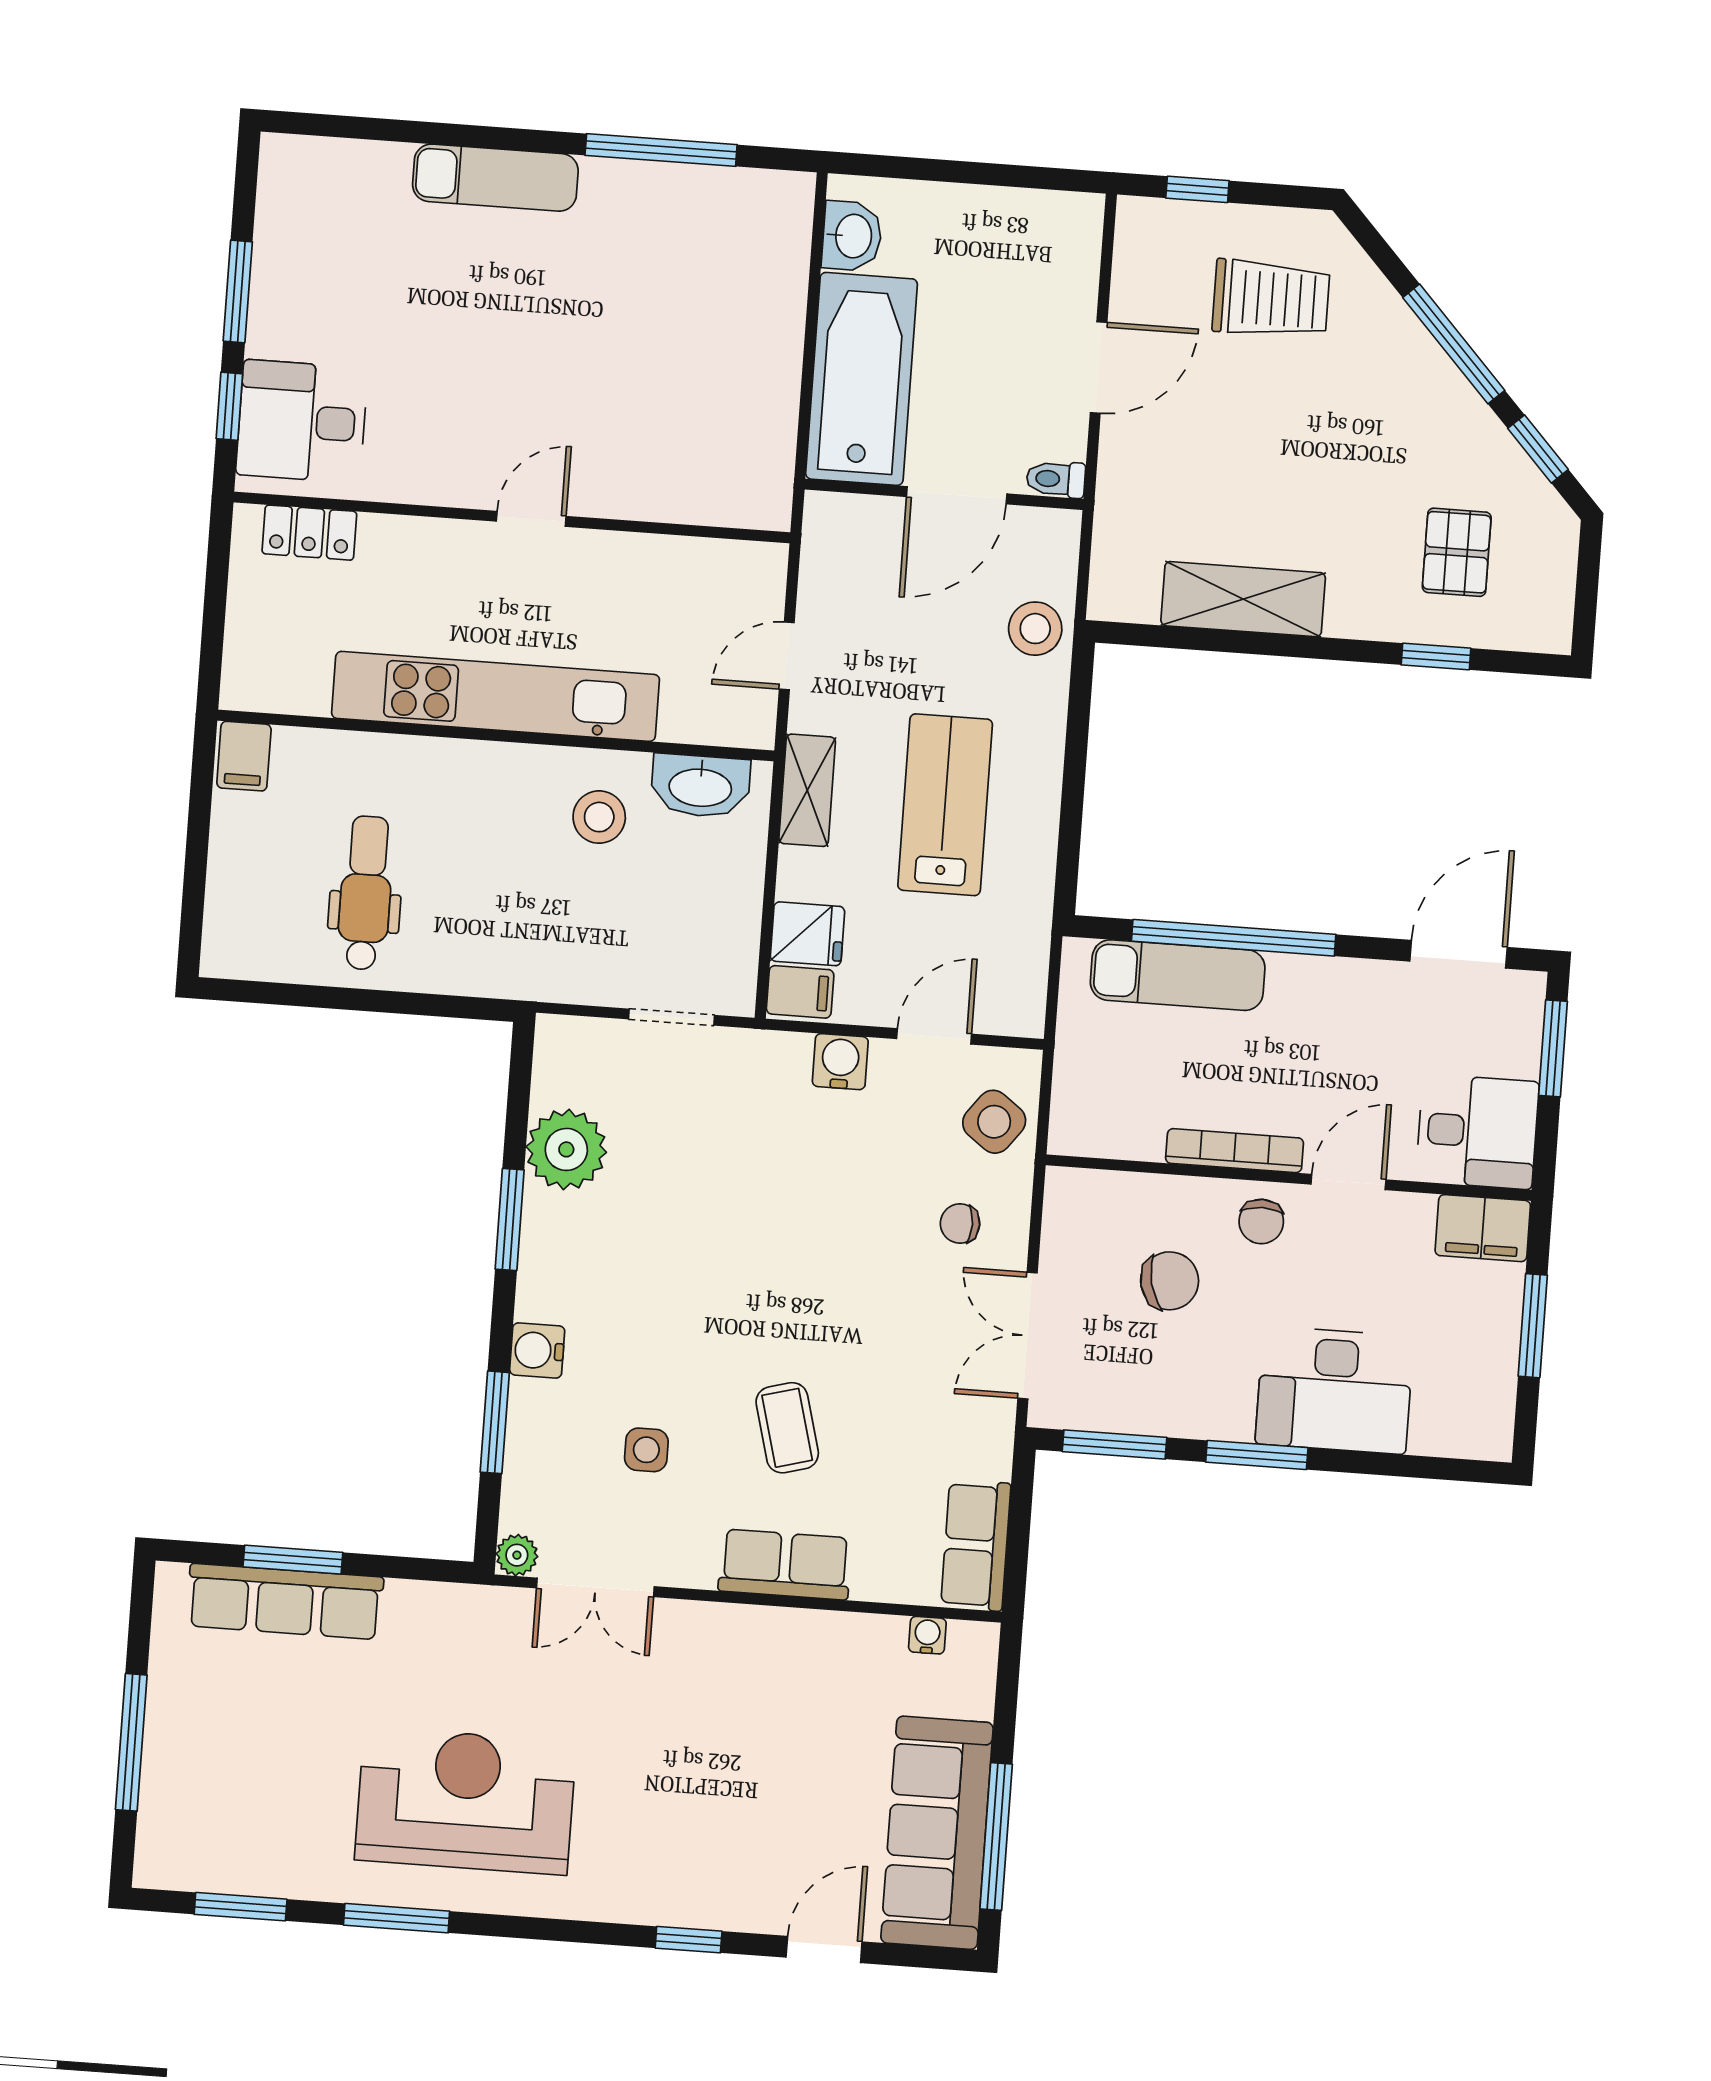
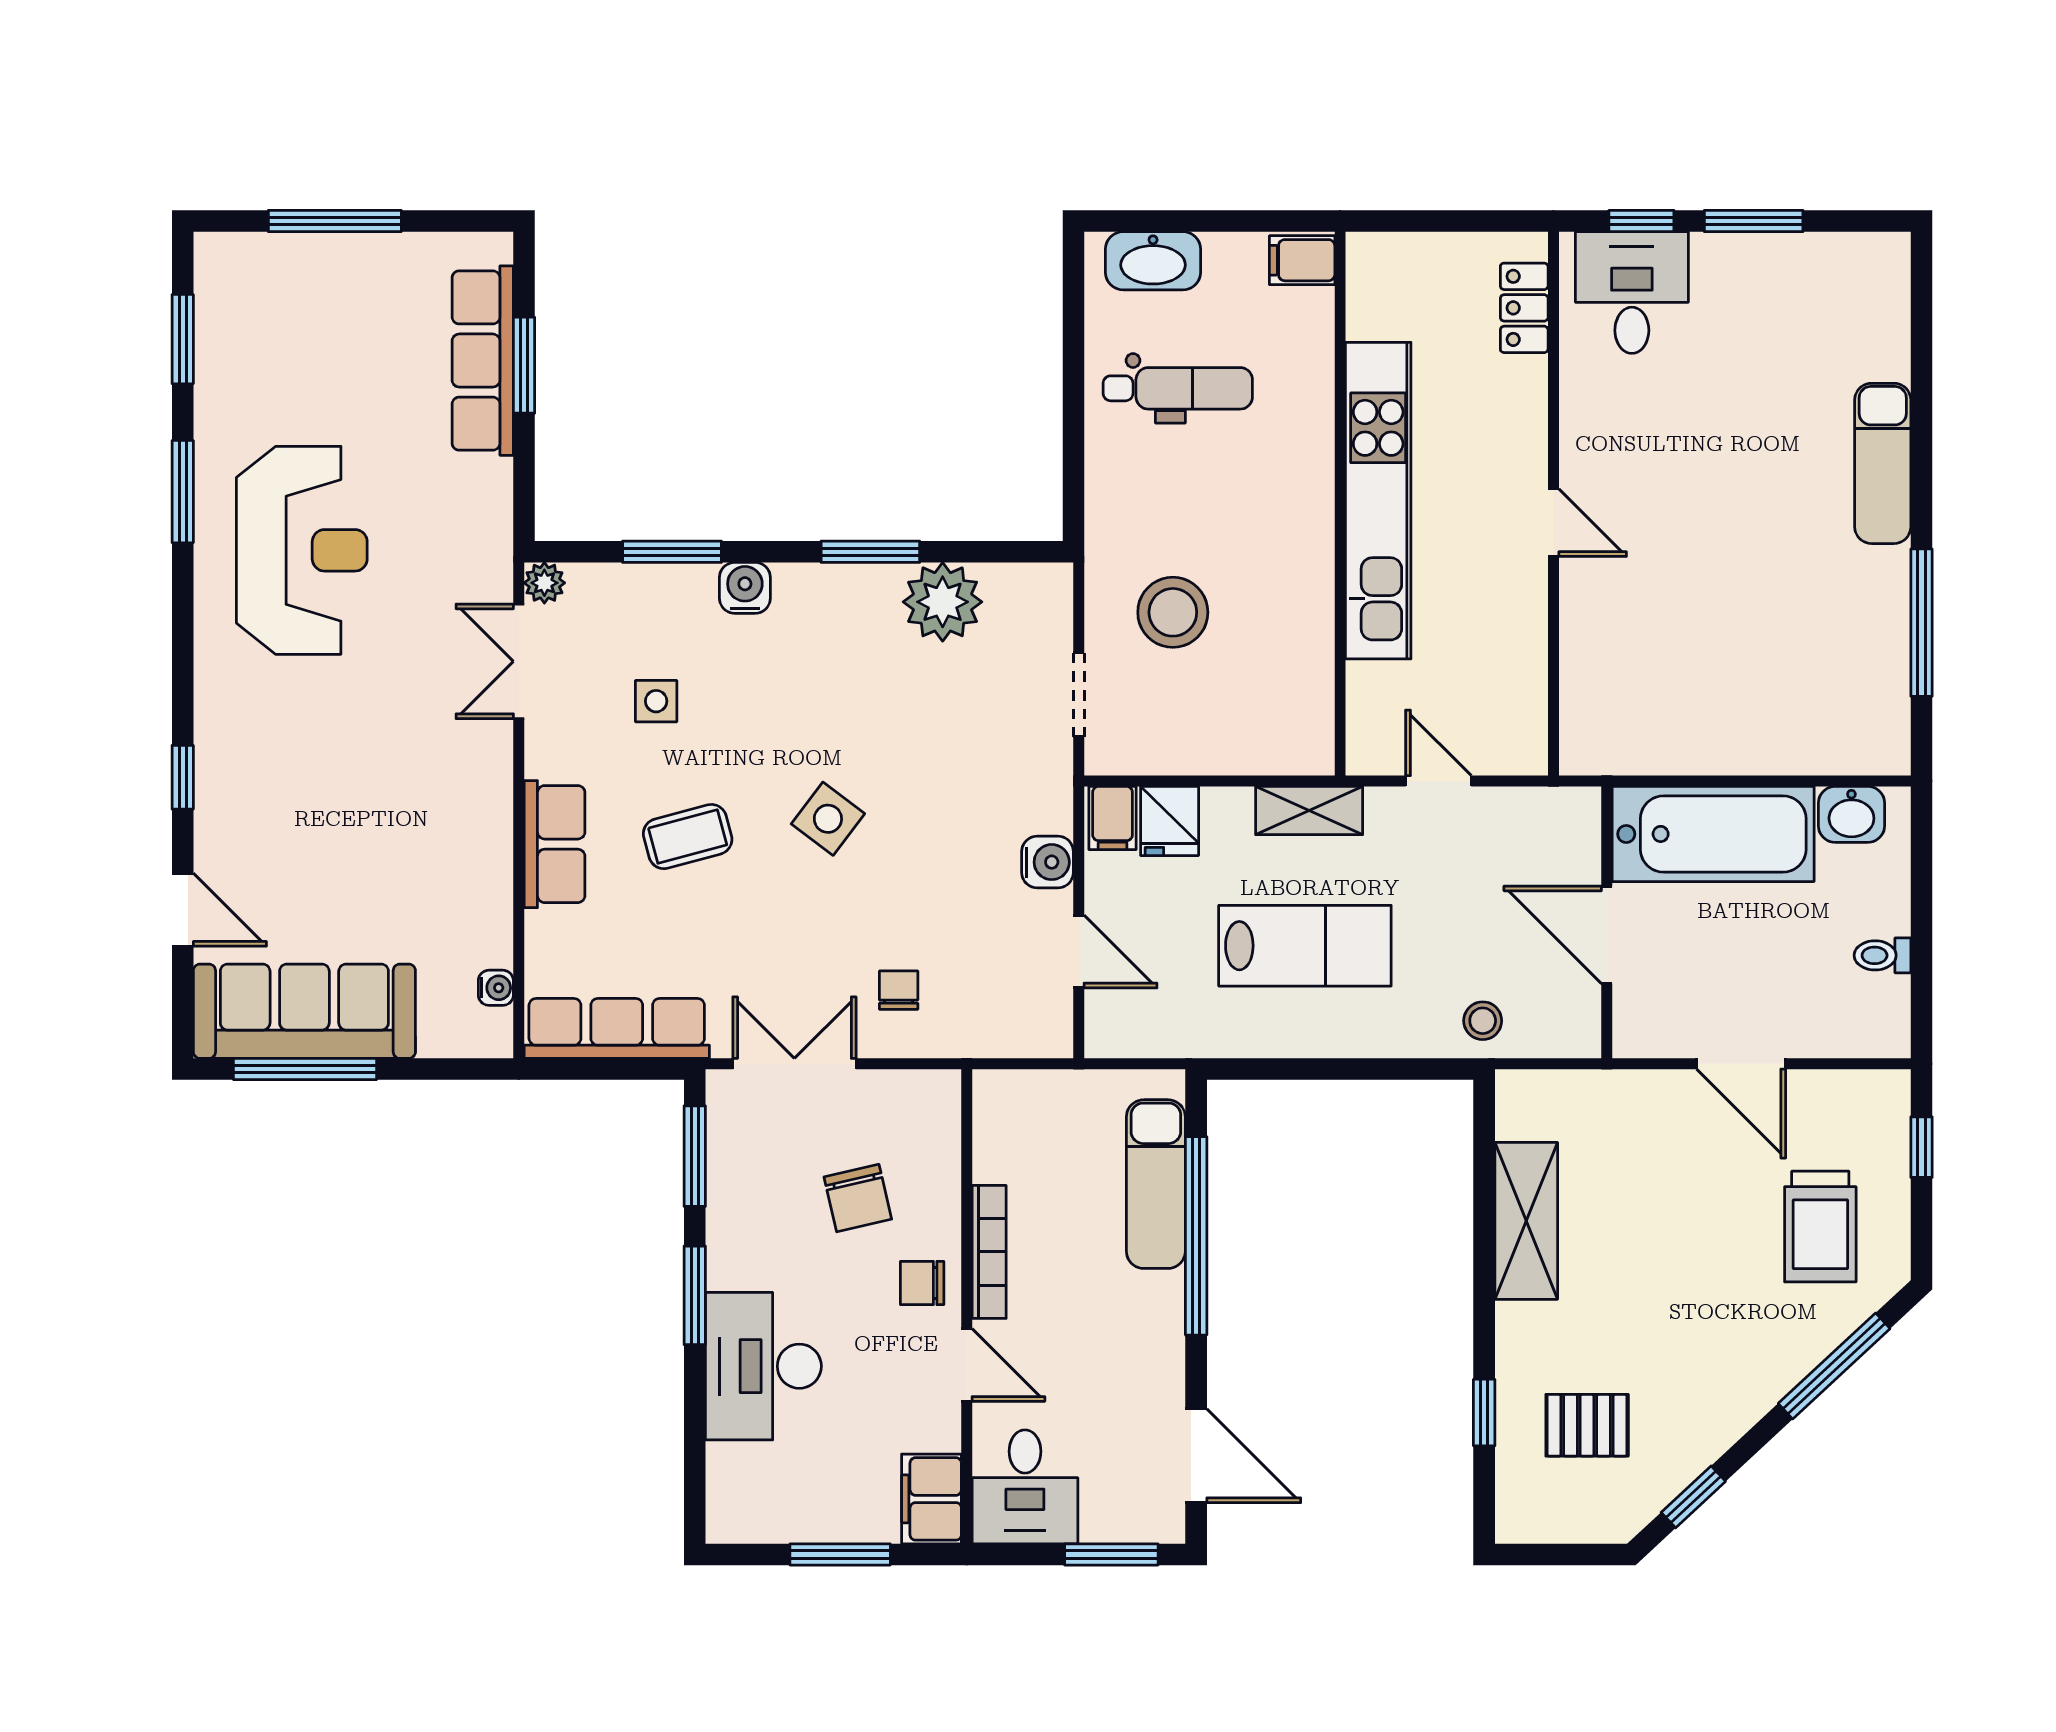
window: (1454, 344) -> (1834, 1366), moved
toilet: (1056, 479) -> (1882, 955), moved, turned -90
stool: (1035, 629) -> (1483, 1021), width x0.73, depth x0.73
washbasin: (700, 786) -> (1153, 261), moved, turned -90
stool: (599, 817) -> (1173, 612), moved, width x1.38, depth x1.38
side table: (994, 1122) -> (828, 819), moved
row of seats: (976, 1545) -> (617, 1028), width x1.48

